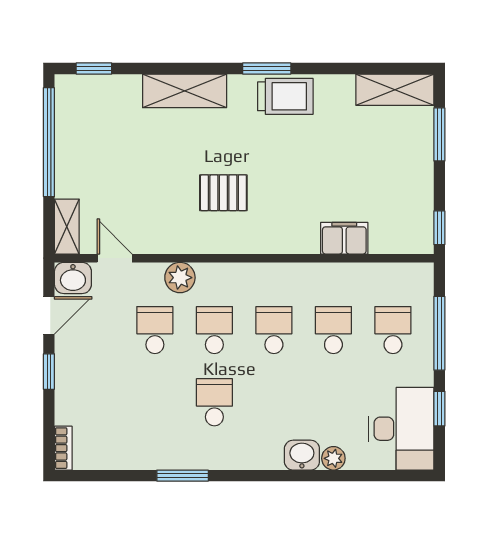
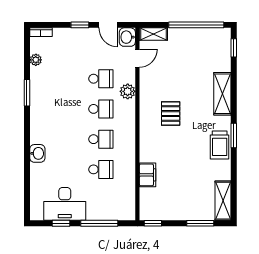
school desk: (393, 330) -> (101, 200), removed
school desk: (214, 402) -> (64, 109), removed
desk: (401, 429) -> (65, 204), moved
plant: (333, 458) -> (36, 60), moved

